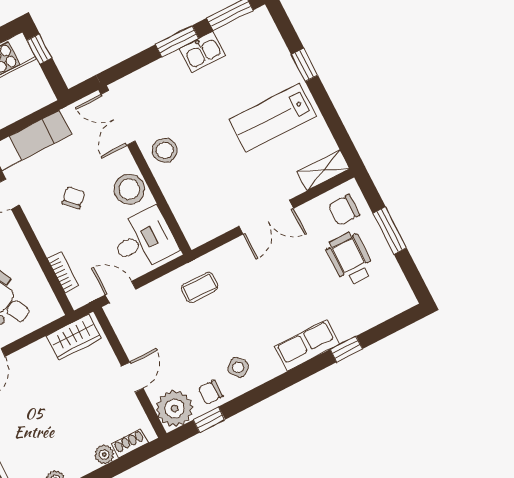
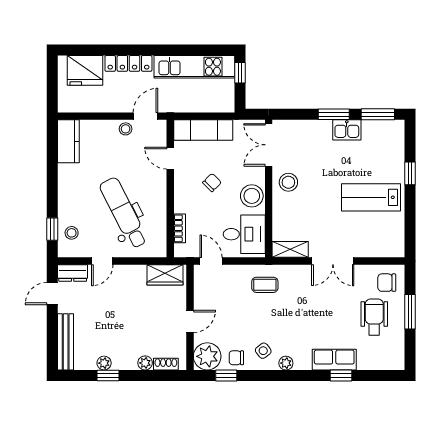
shelving: (323, 170) -> (290, 249), moved
row of seats: (307, 345) -> (334, 360), moved
plant: (273, 368) -> (286, 363), added

